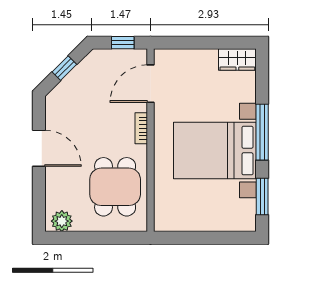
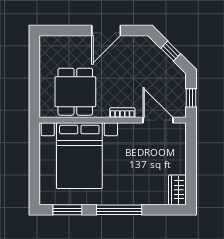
bed with nightstands: (215, 151) -> (79, 156), moved, turned 180
dining table: (115, 187) -> (75, 92), turned 90
plant: (62, 221) -> (48, 49), removed

